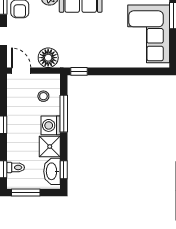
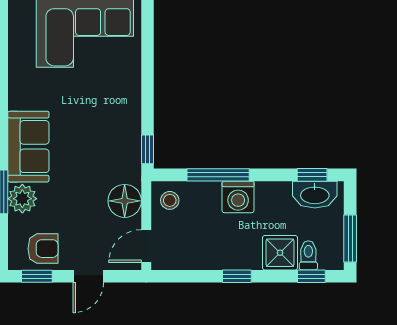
stool: (43, 96) -> (170, 200), moved
shower: (50, 147) -> (280, 253), moved

